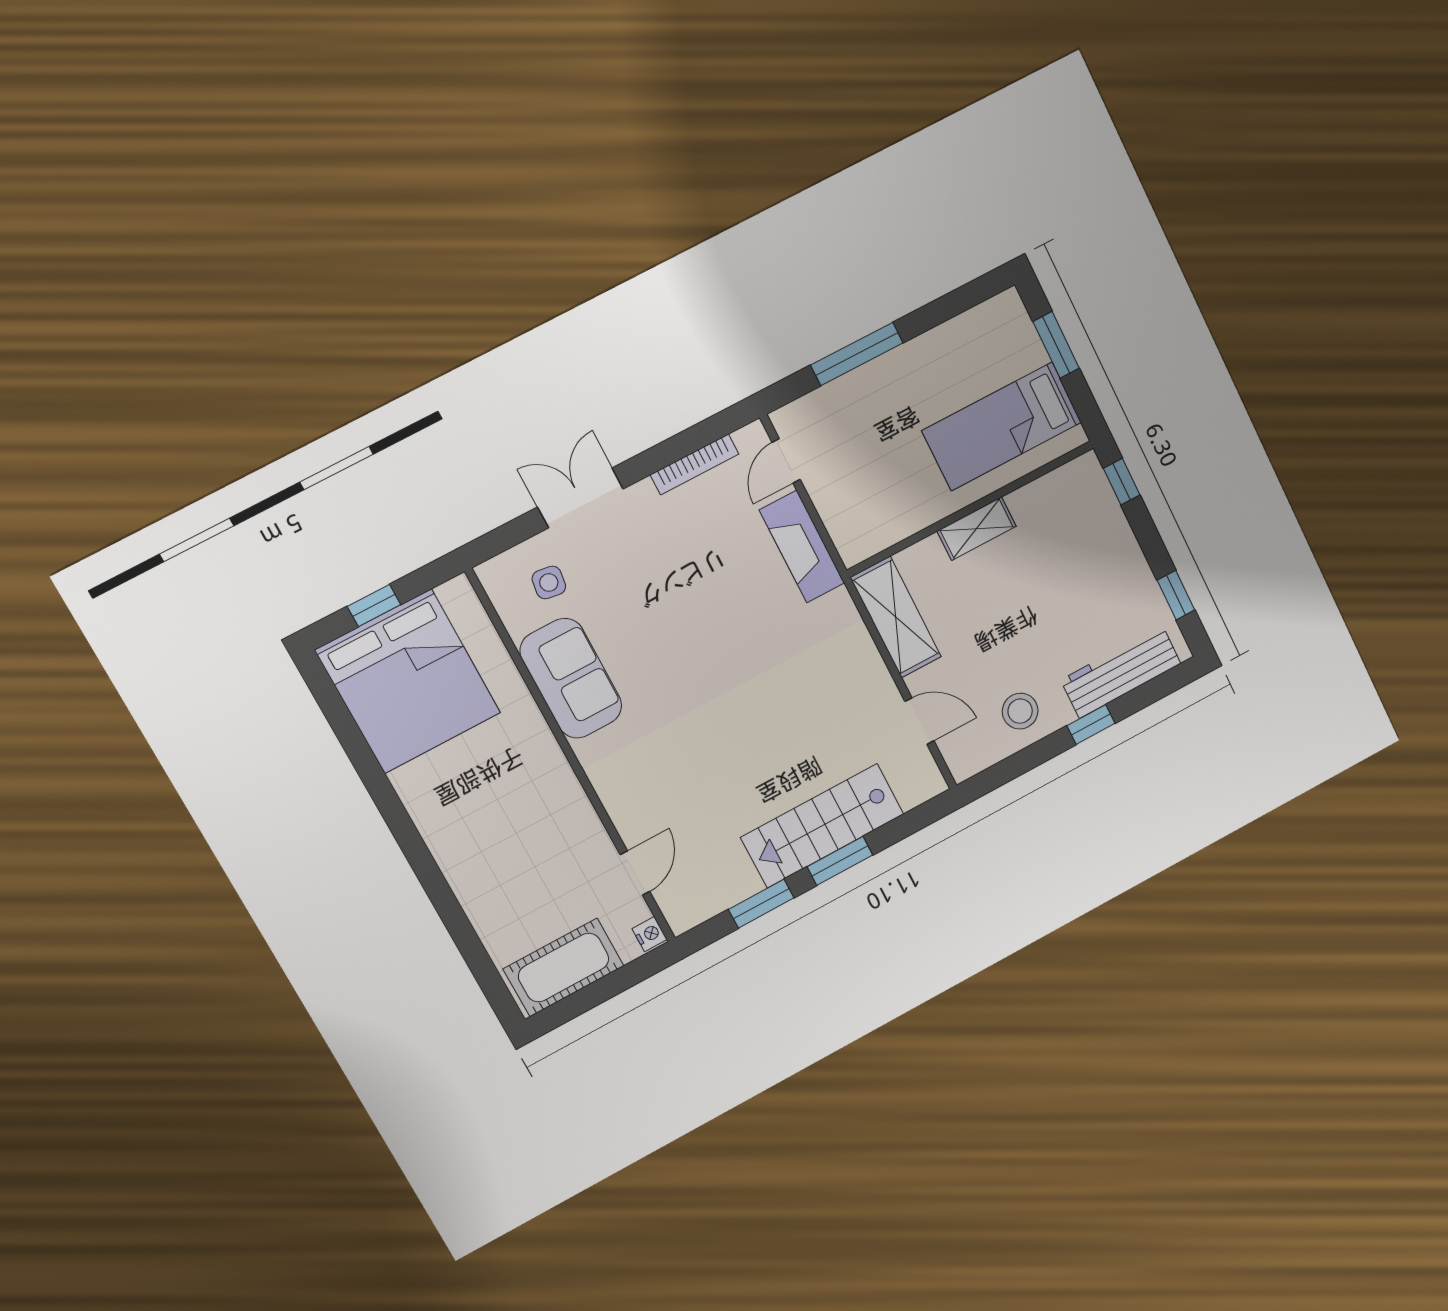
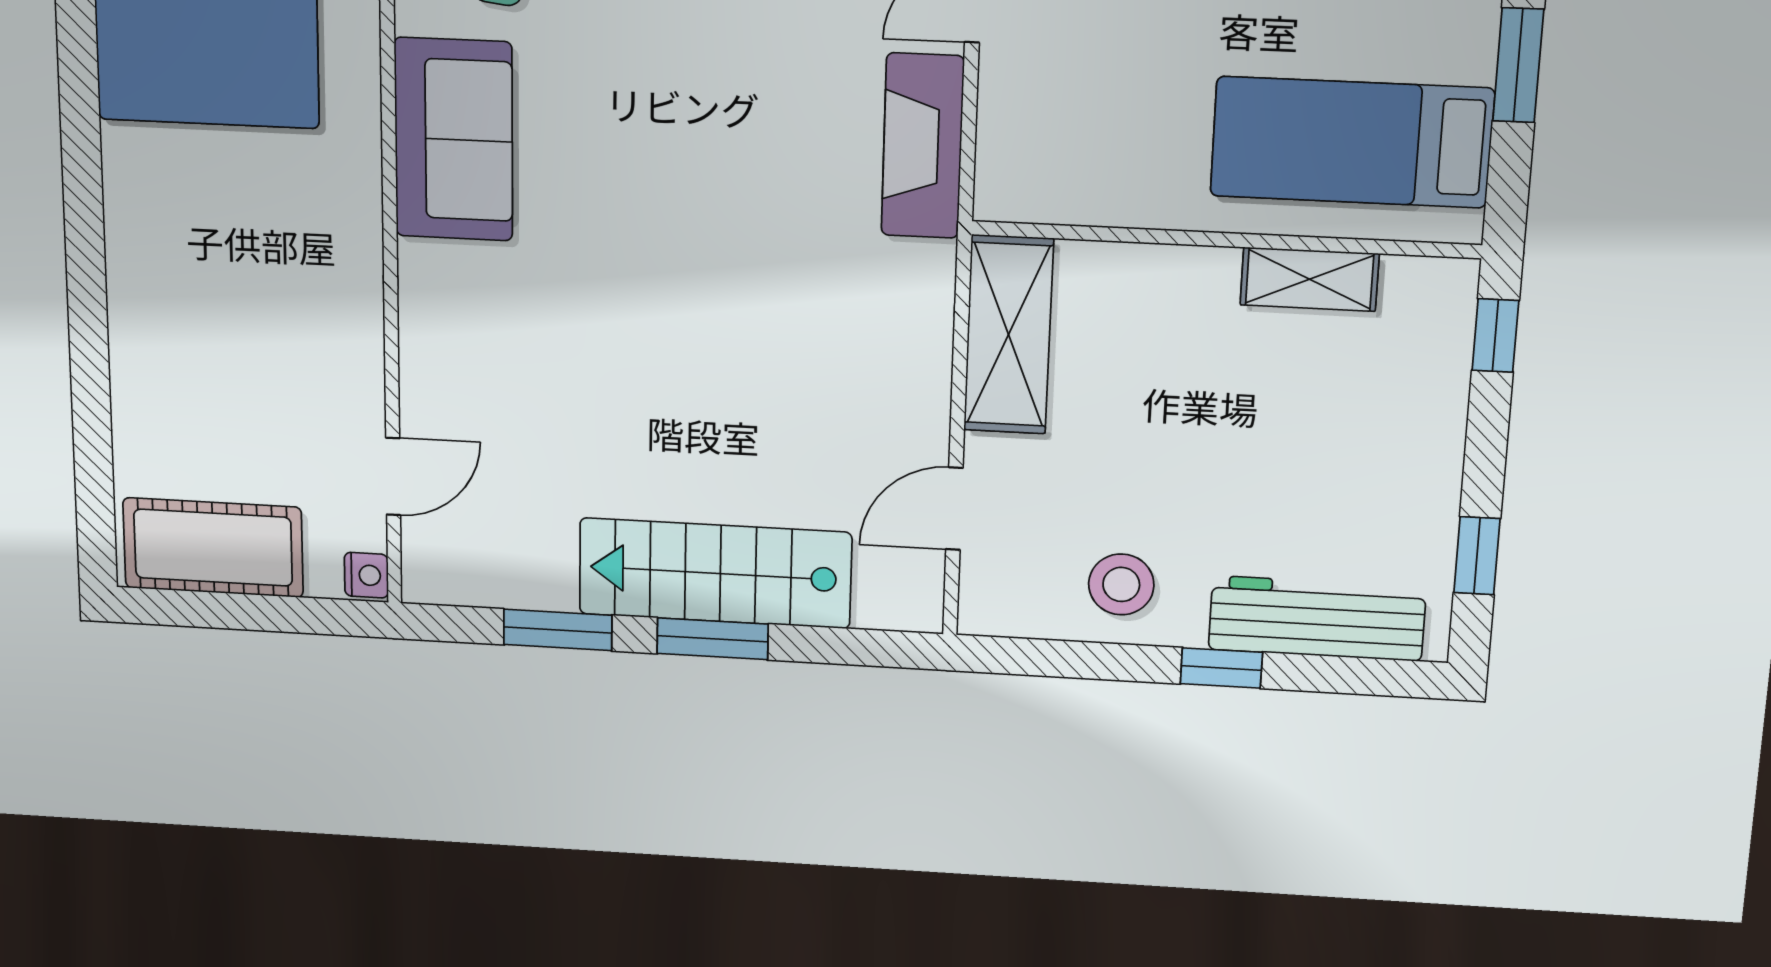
shelving: (977, 529) -> (1310, 279), moved
door: (919, 721) -> (954, 509), swing flipped

